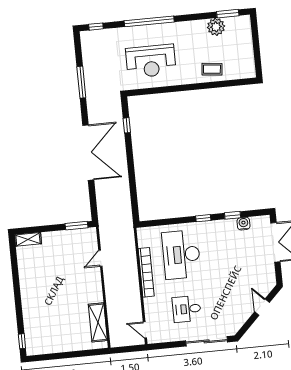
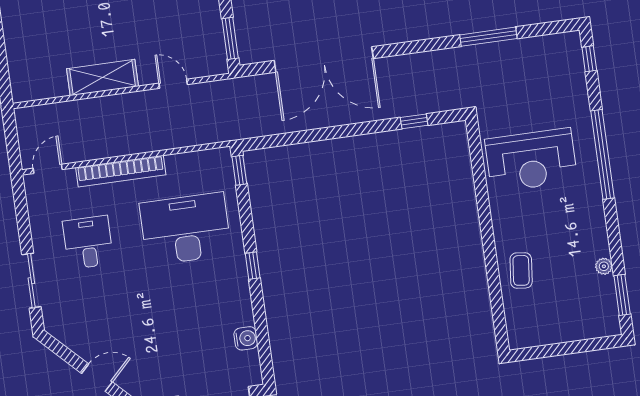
plant: (216, 27) -> (604, 266), width x0.53, depth x0.53
reception desk: (151, 61) -> (531, 160), turned -90
double door: (88, 153) -> (324, 59), moved
window: (233, 215) -> (239, 170), moved
bookcase: (146, 272) -> (121, 171), moved
shelving: (98, 322) -> (103, 77), moved
sliding door: (207, 341) -> (31, 281), width x0.73

